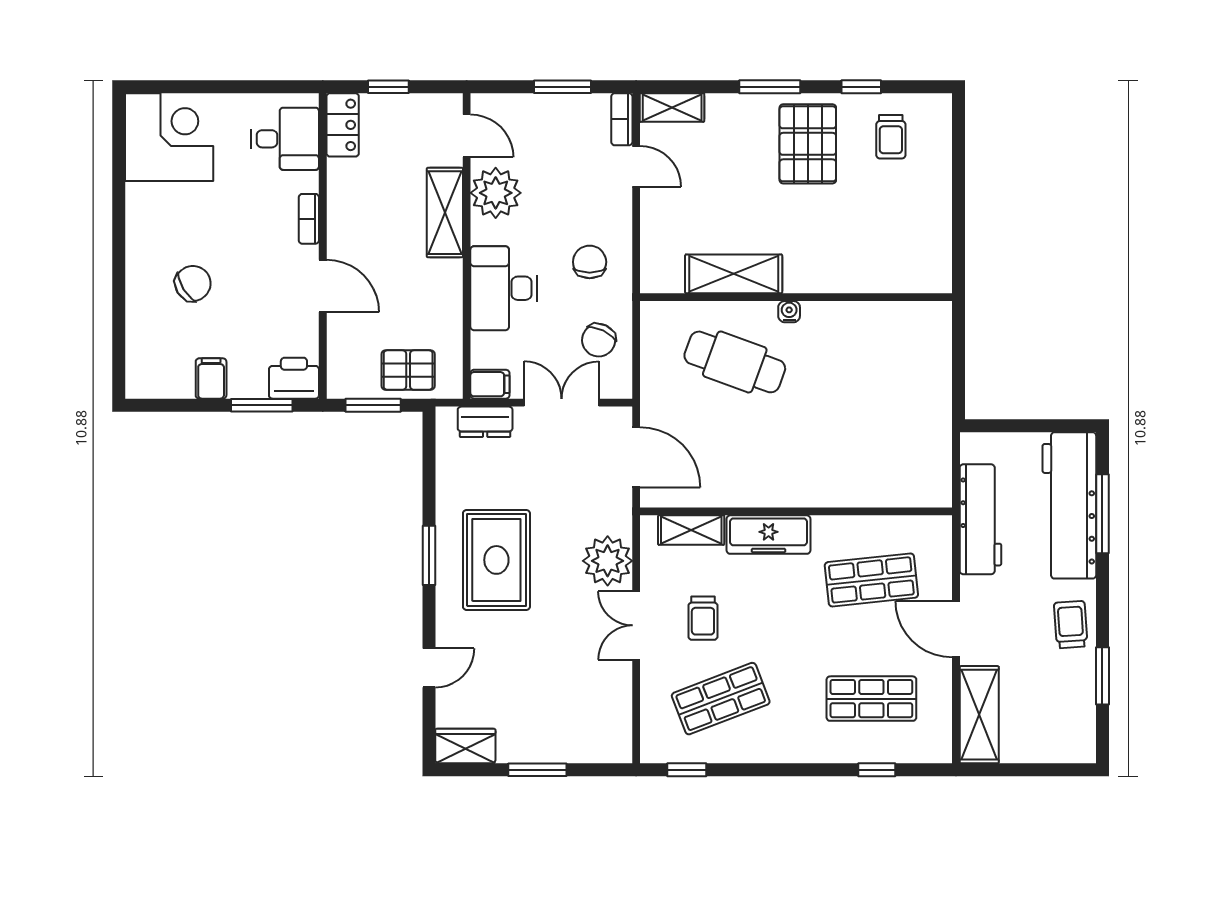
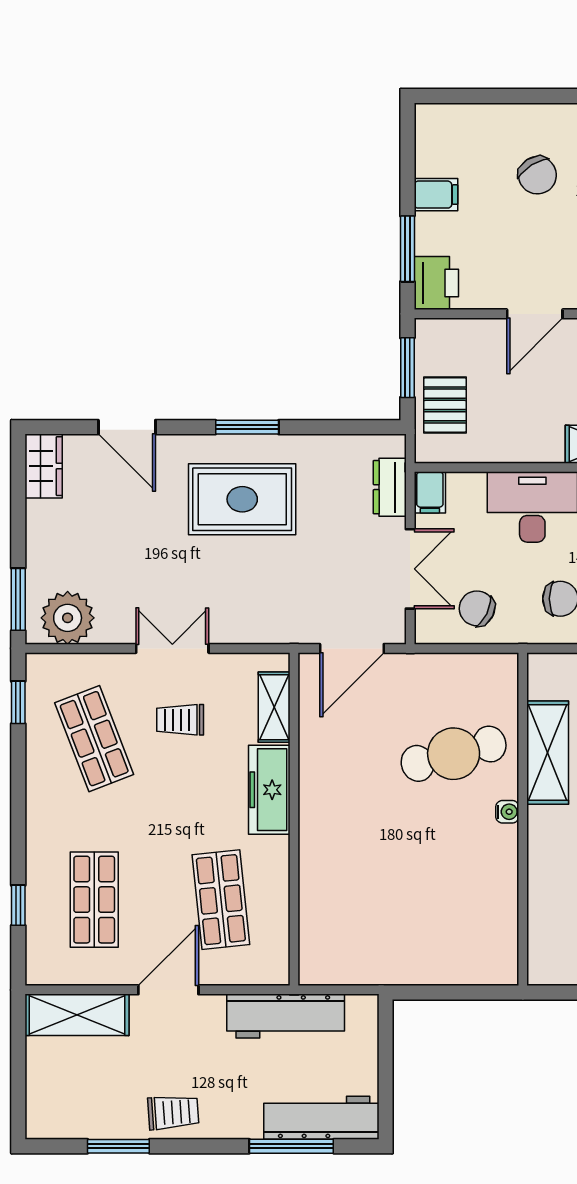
cafe table: (735, 362) -> (454, 754), turned 55
workbench: (1069, 505) -> (321, 1118), width x0.73, depth x0.76
plant: (608, 561) -> (68, 618), moved
door: (429, 668) -> (127, 427), width x1.37
window: (537, 770) -> (18, 599), moved

